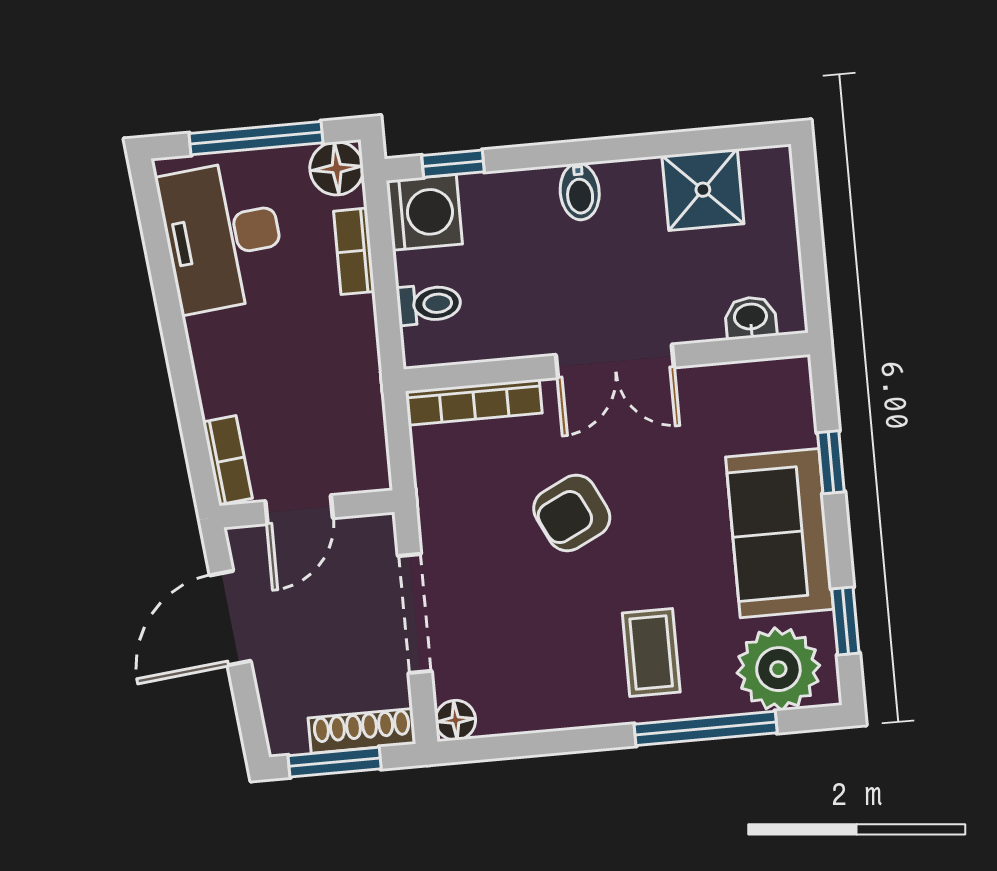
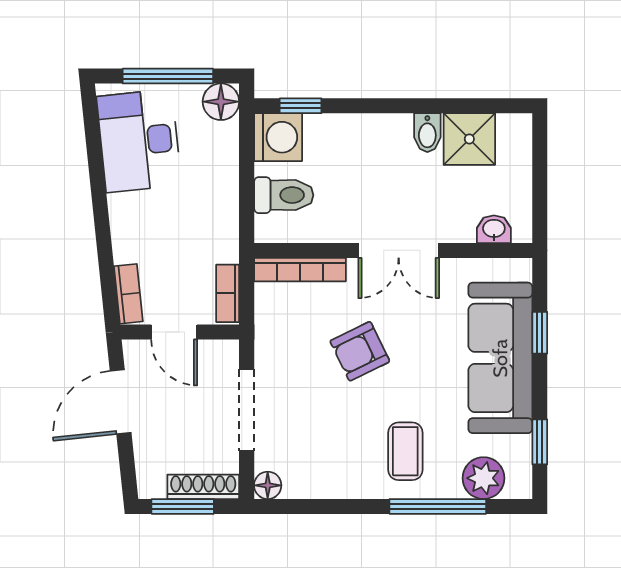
bidet: (580, 192) -> (427, 133), moved
bookcase: (354, 251) -> (228, 293), moved
toilet: (429, 304) -> (284, 195), width x1.37, depth x1.39
door: (299, 510) -> (174, 332), hinge flipped
sofa: (780, 533) -> (500, 358), width x1.36
plant: (778, 669) -> (483, 478), width x0.73, depth x0.73

